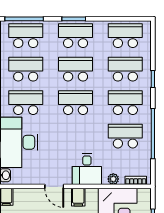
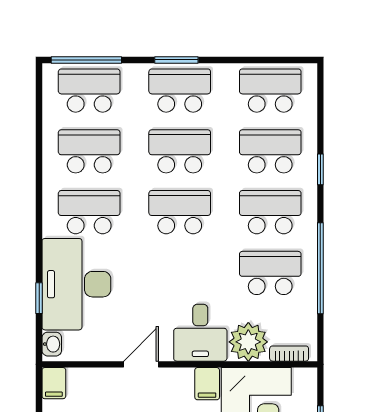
plant: (113, 179) -> (248, 342), width x1.87, depth x1.87
door: (54, 186) -> (141, 364), swing flipped
filing cabinet: (78, 197) -> (207, 384), moved

